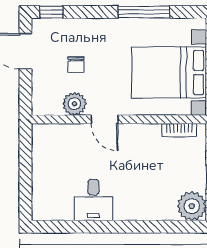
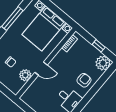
armchair: (142, 199) -> (84, 80), added

